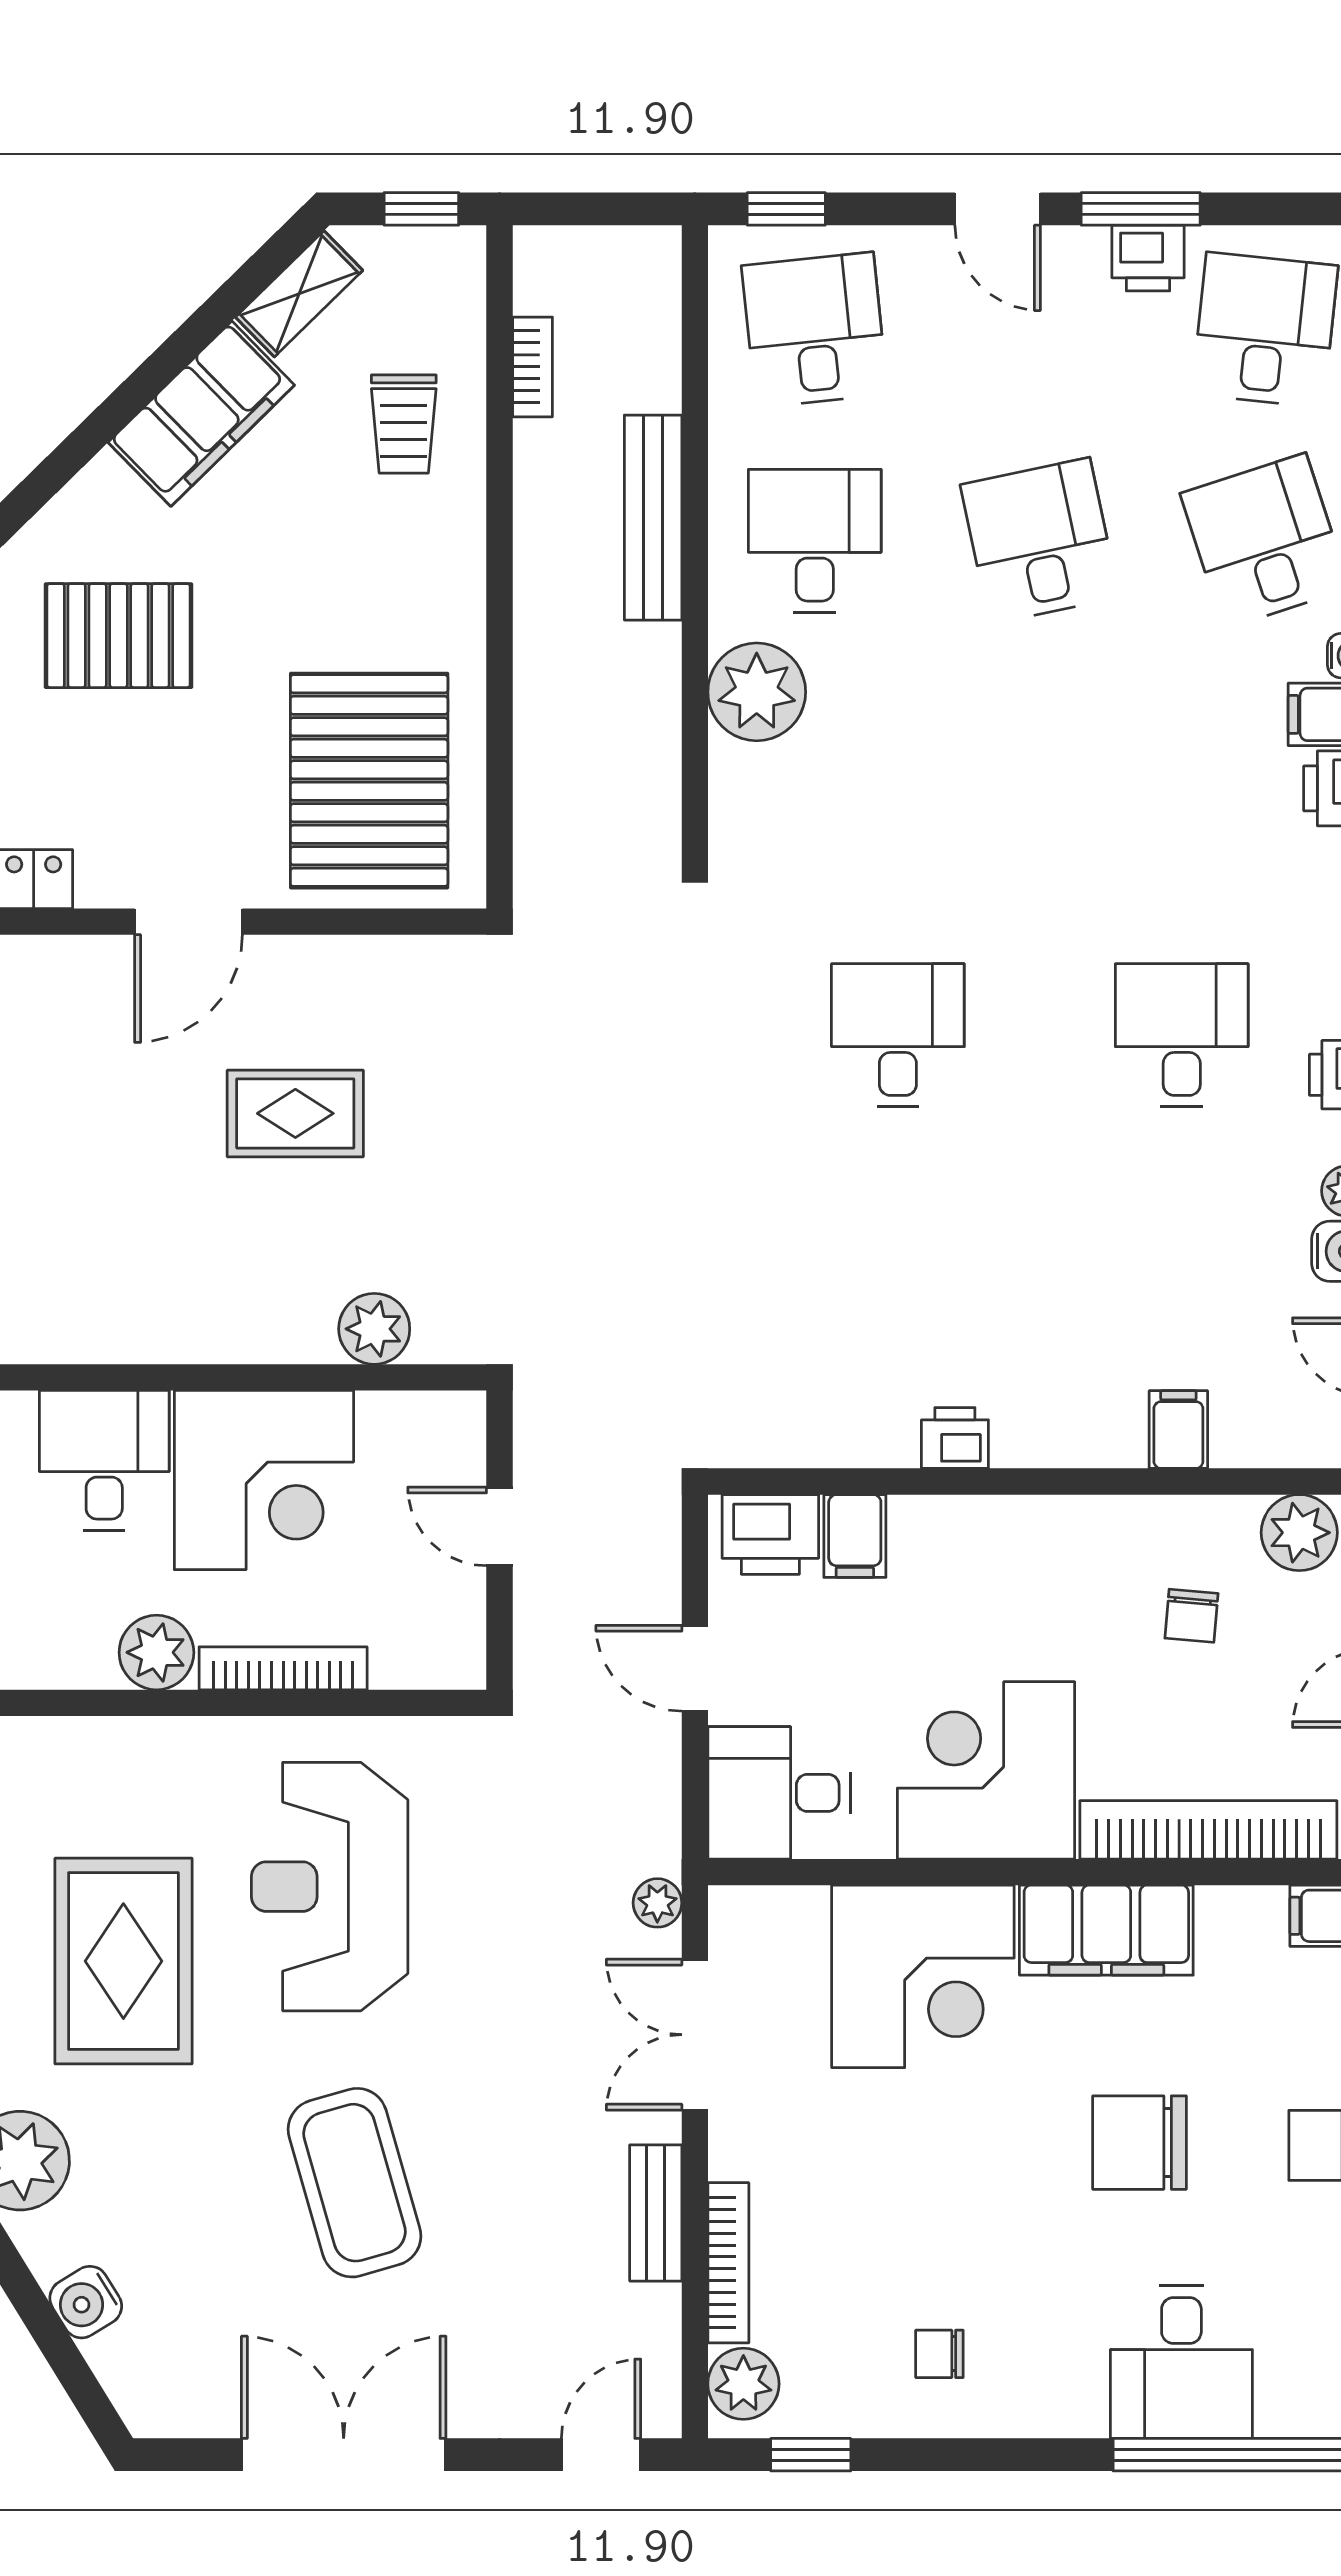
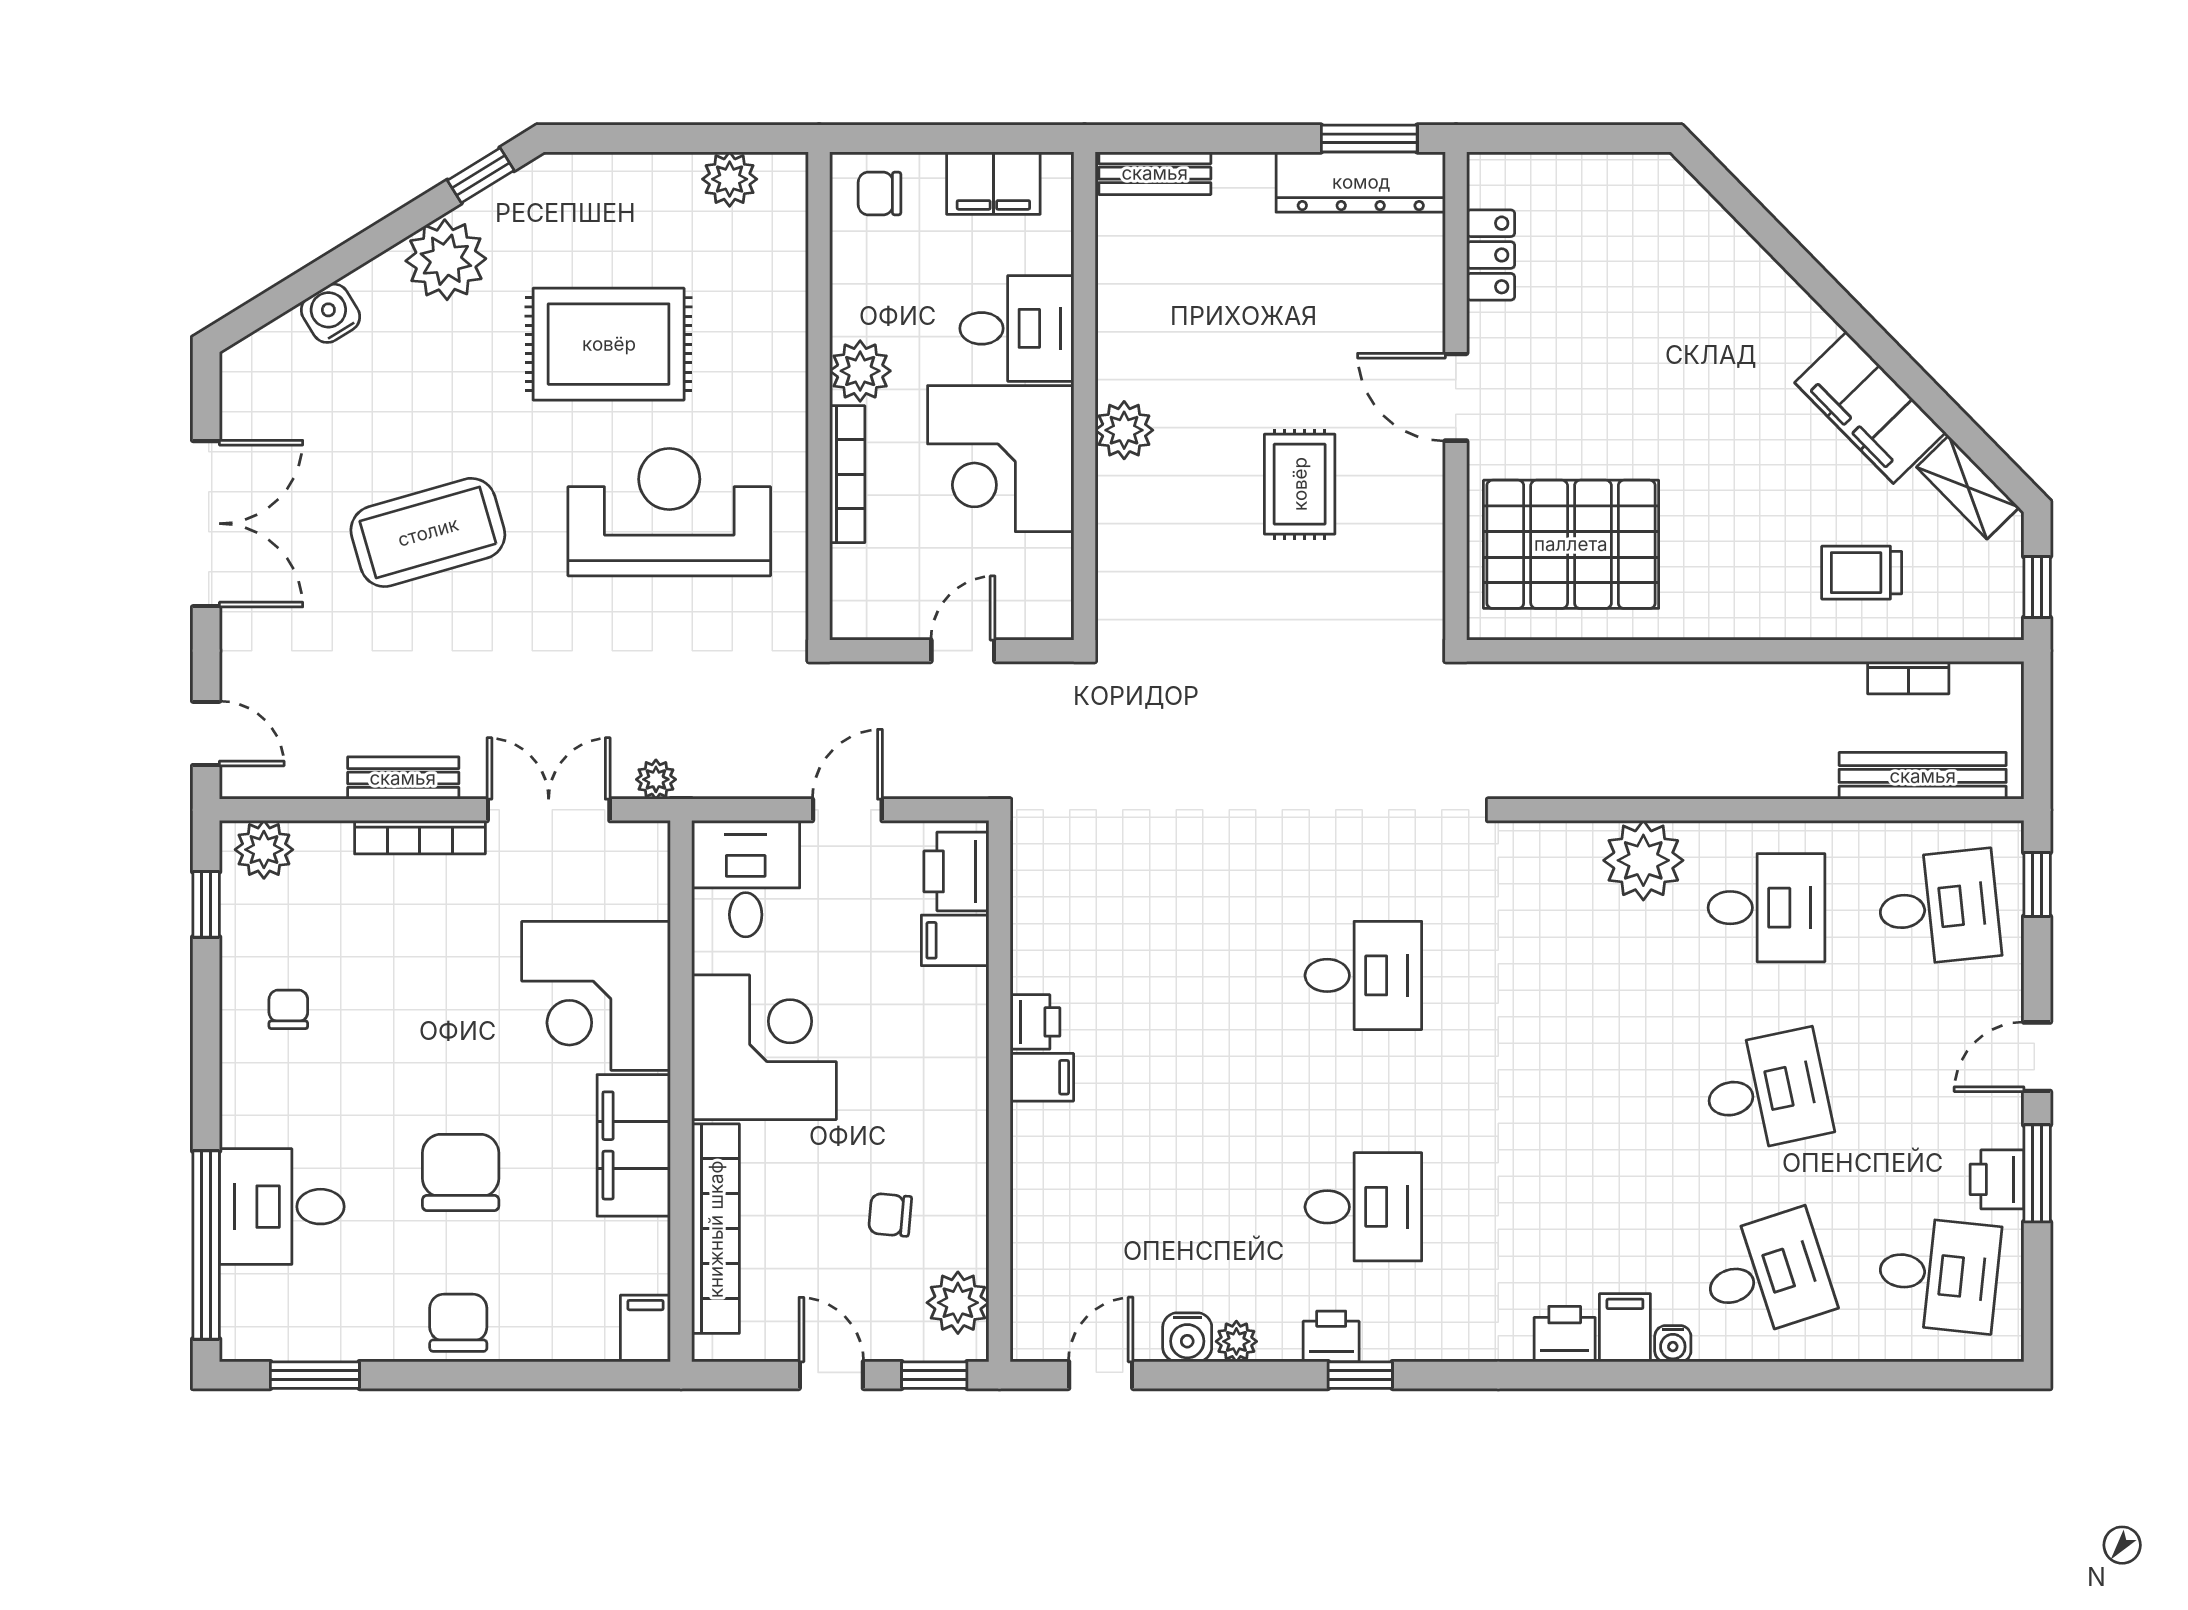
bench: (653, 518) -> (1923, 776), moved
pallet: (119, 636) -> (1689, 340), removed
plant: (374, 1329) -> (1124, 430), moved
filing cabinet: (1178, 1430) -> (1042, 1077), moved
bookcase: (728, 2263) -> (420, 837), moved

